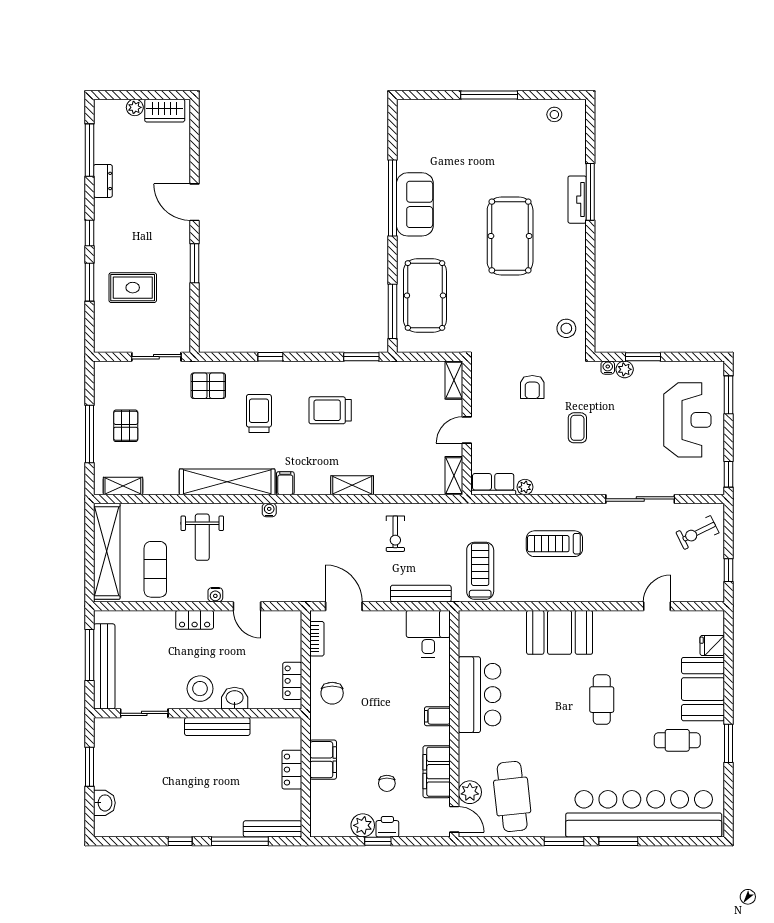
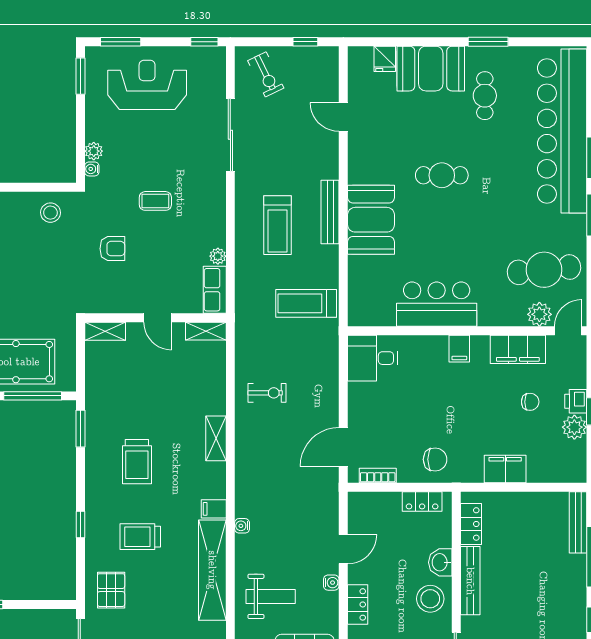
window: (643, 357) -> (80, 76), moved
bench: (421, 594) -> (330, 212), moved
locker: (292, 770) -> (471, 524), moved, turned -90

